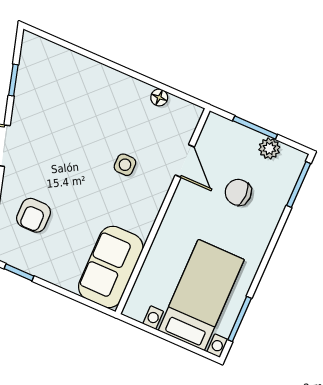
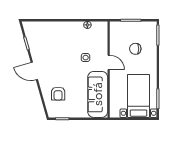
plant: (269, 148) -> (140, 26), removed
door: (185, 161) -> (109, 62), moved
sofa: (111, 267) -> (98, 94), width x1.36

